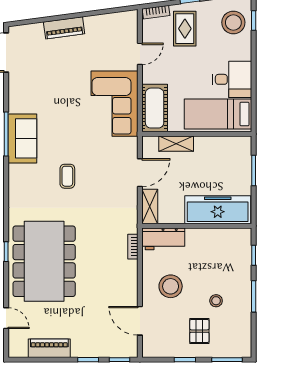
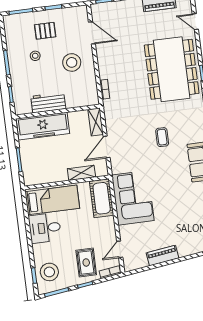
piano: (64, 28) -> (163, 256), moved
door: (140, 54) -> (120, 249), moved
workbench: (163, 239) -> (48, 103), moved
pallet: (199, 331) -> (45, 31), turned 90

